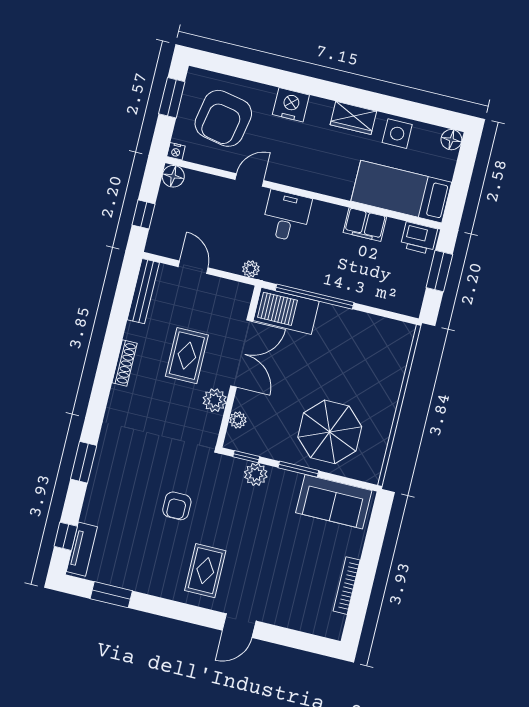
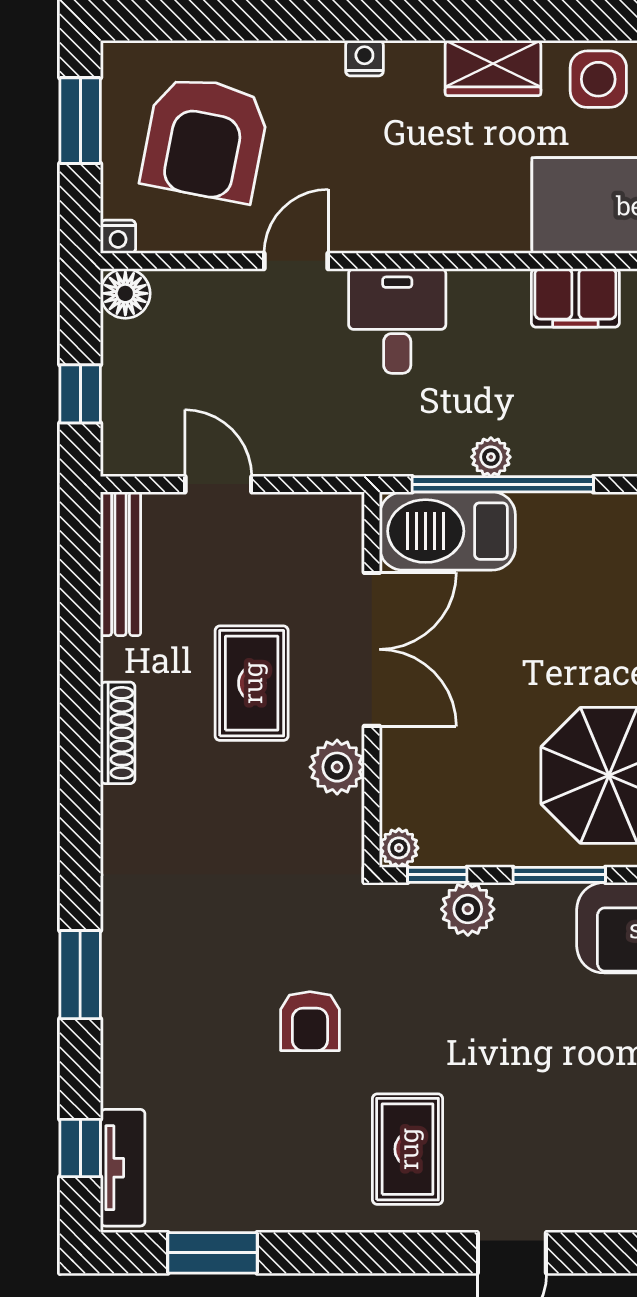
nightstand: (291, 105) -> (364, 58), width x0.53, depth x0.56
plant: (251, 269) -> (491, 457), moved
plant: (238, 420) -> (399, 848), moved

